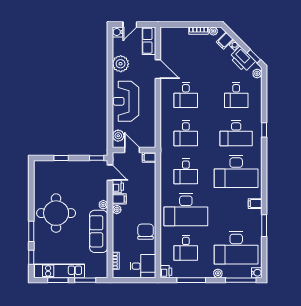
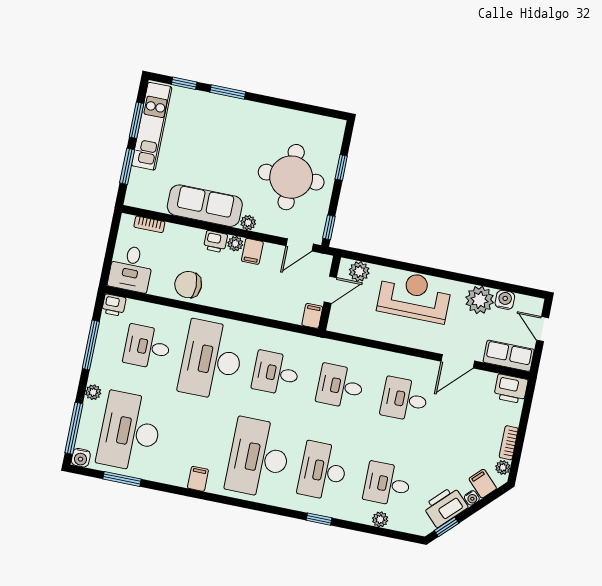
water cooler: (118, 32) -> (505, 300), moved
printer: (168, 36) -> (511, 389), added
plant: (257, 74) -> (380, 519), moved
printer: (118, 187) -> (215, 242), moved
round table: (56, 213) -> (291, 177), moved
window: (264, 226) -> (122, 479), moved
chair: (146, 232) -> (188, 285), turned 180

